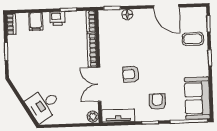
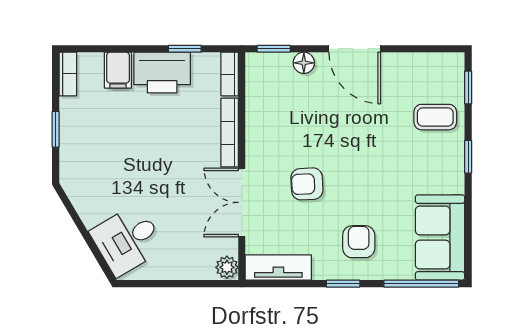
door: (166, 6) -> (355, 49), moved
printer: (58, 19) -> (162, 73), width x1.87, depth x1.48

